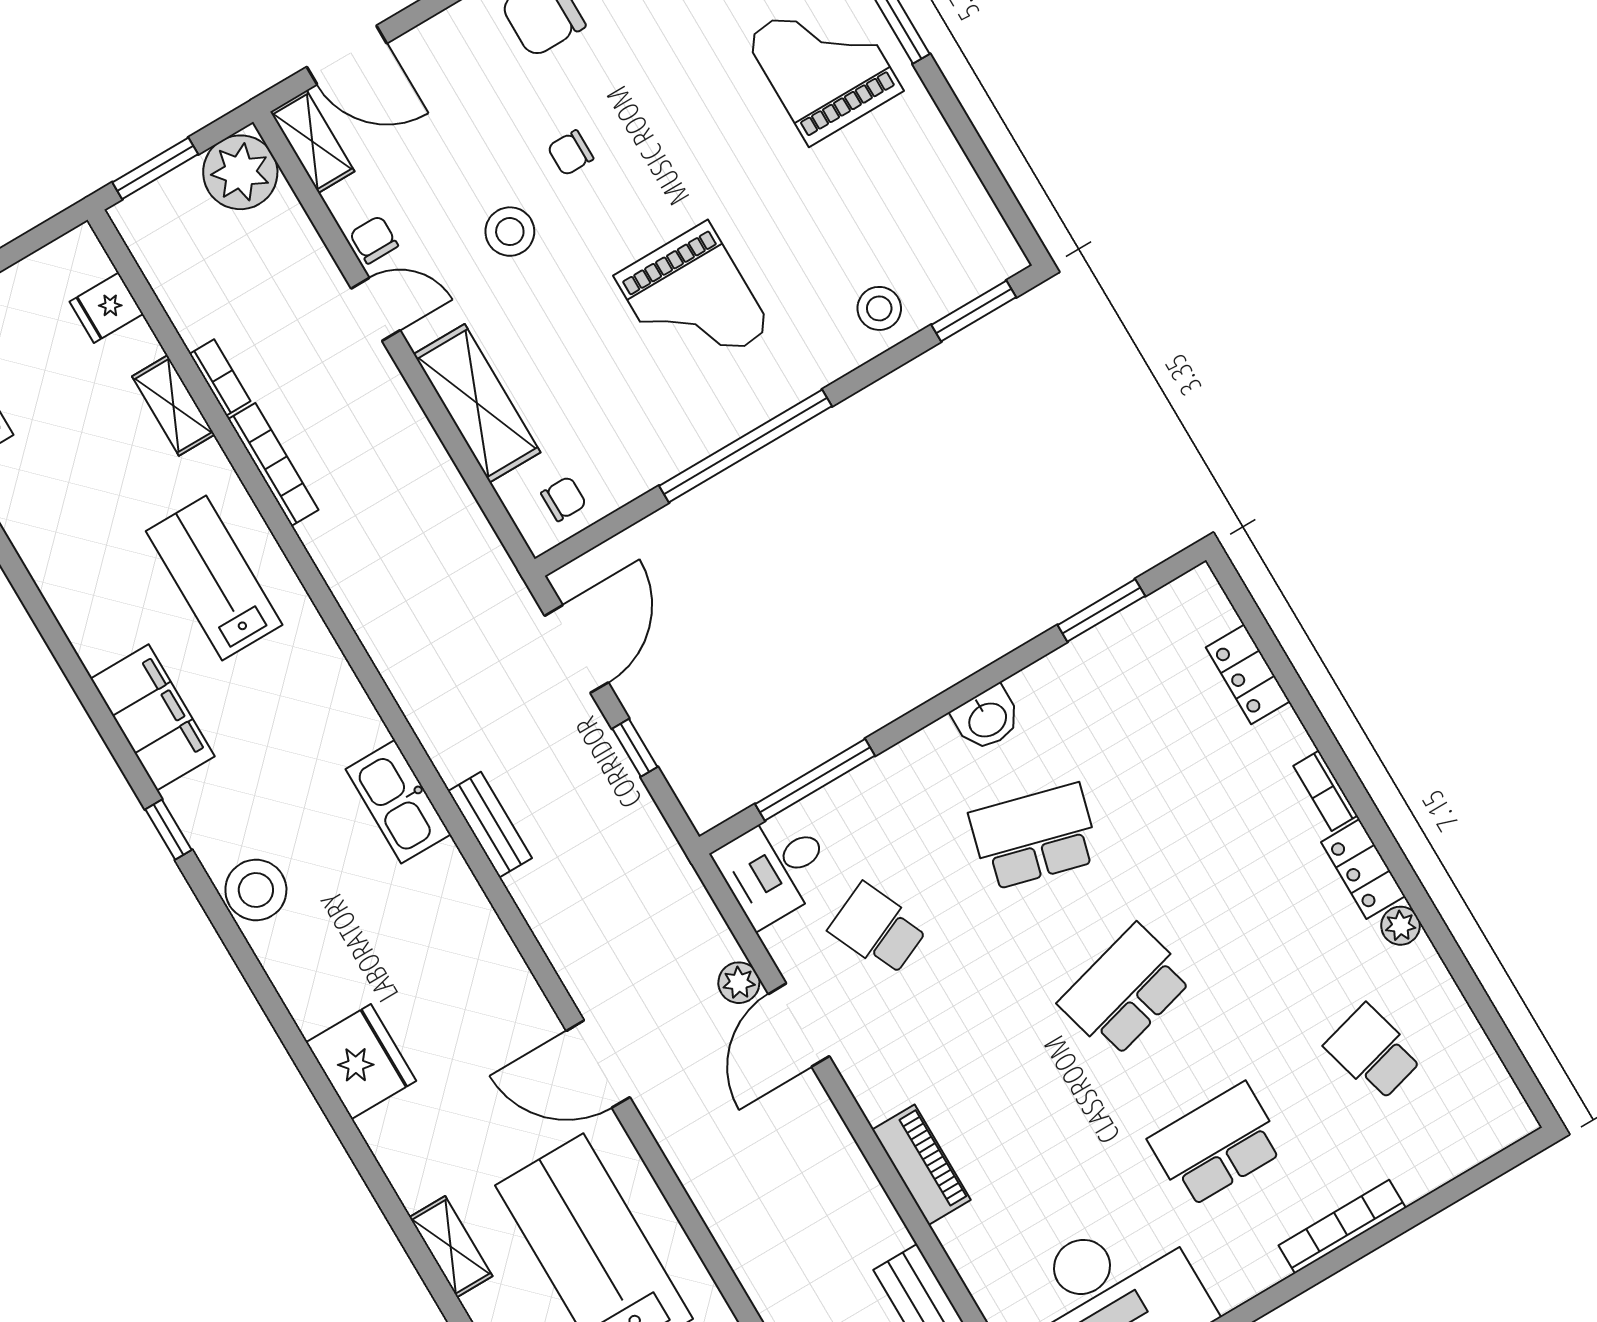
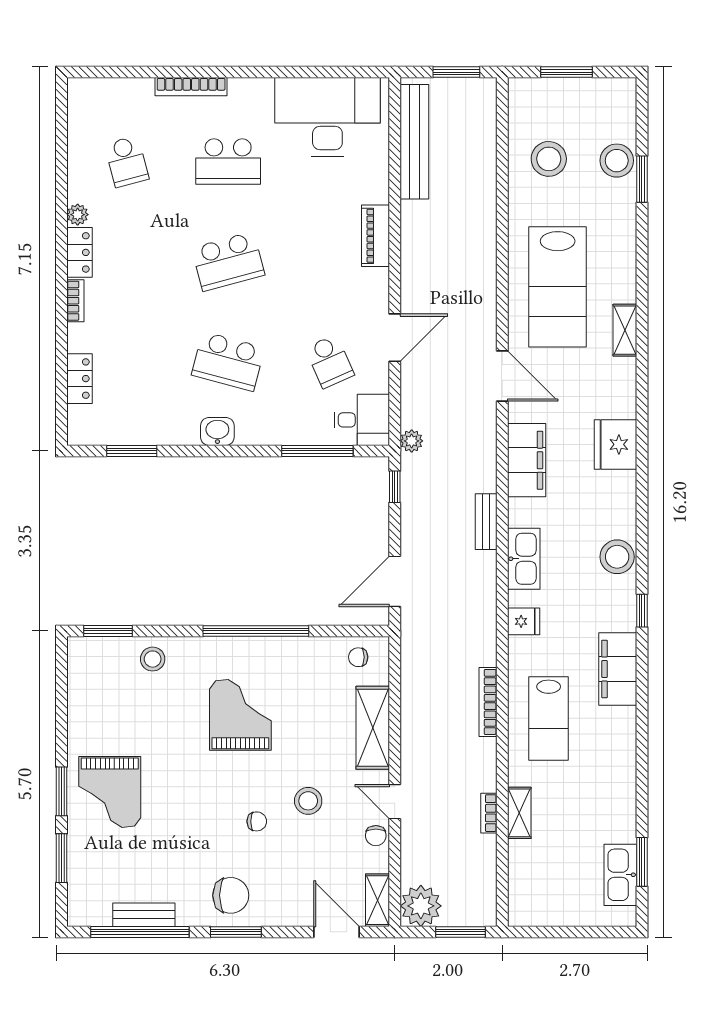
fridge: (106, 308) -> (524, 621), moved
bookcase: (273, 465) -> (488, 702), moved
window: (635, 748) -> (395, 487), moved
filing cabinet: (484, 956) -> (527, 460), added
plant: (739, 983) -> (412, 441), moved

